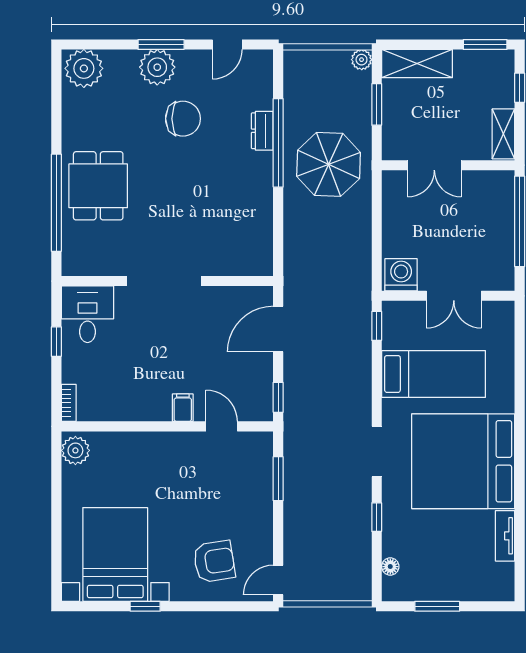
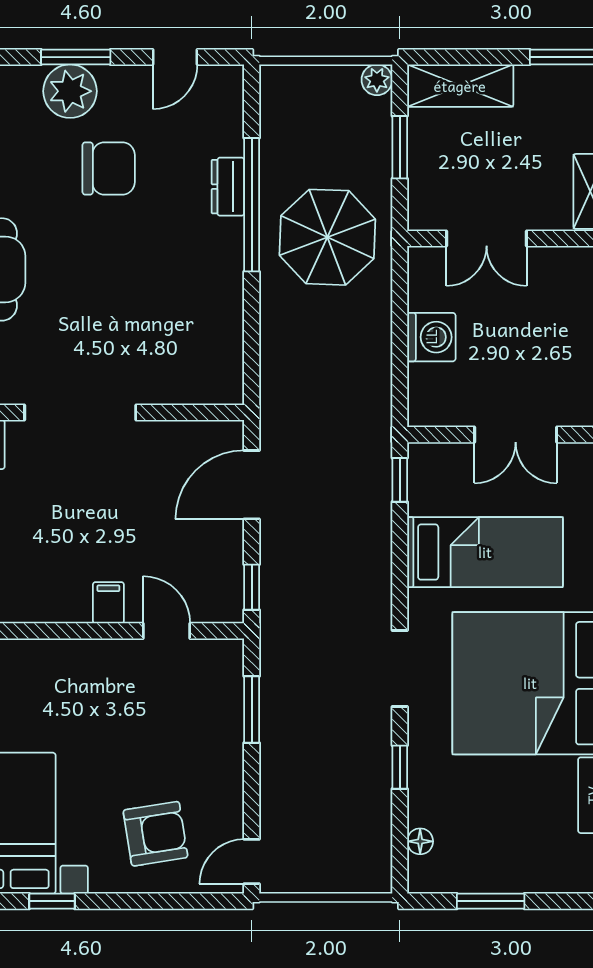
washing machine: (401, 275) -> (431, 337), moved, turned 90

